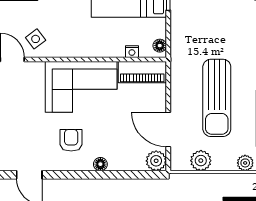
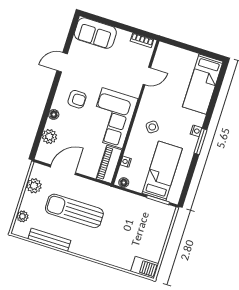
side table: (36, 39) -> (152, 127), moved
plant: (156, 161) -> (49, 137), moved

